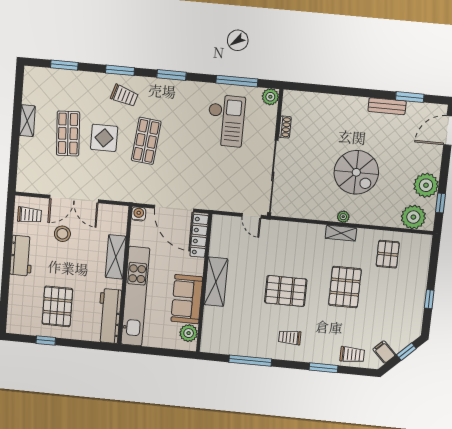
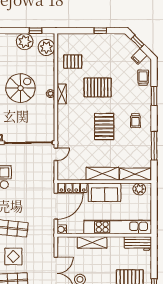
sofa: (187, 299) -> (104, 192), moved
workbench: (109, 316) -> (138, 243), width x0.73
shelving: (211, 329) -> (135, 174), added

